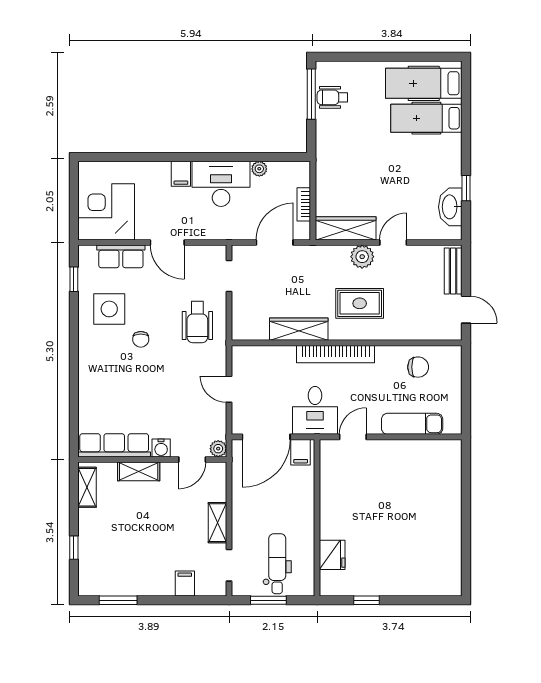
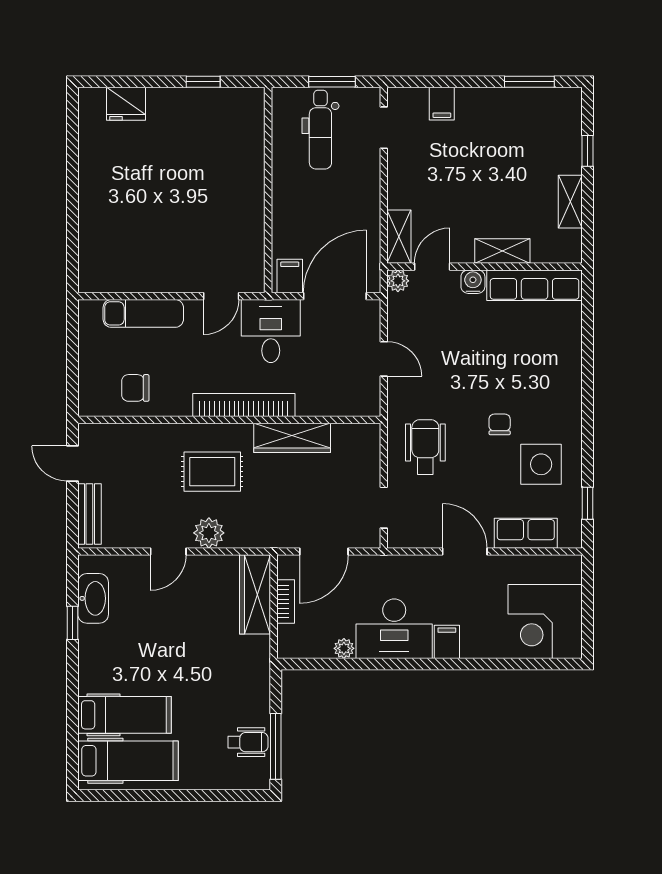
corner desk: (106, 212) -> (545, 621), moved, turned 90
wardrobe: (346, 228) -> (255, 594), moved, turned 90
shelving: (87, 487) -> (570, 202), moved
shelving: (217, 523) -> (399, 237), moved
fridge: (332, 555) -> (126, 104), moved, turned -90

